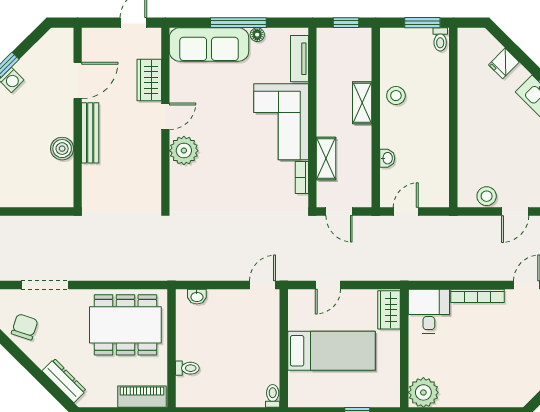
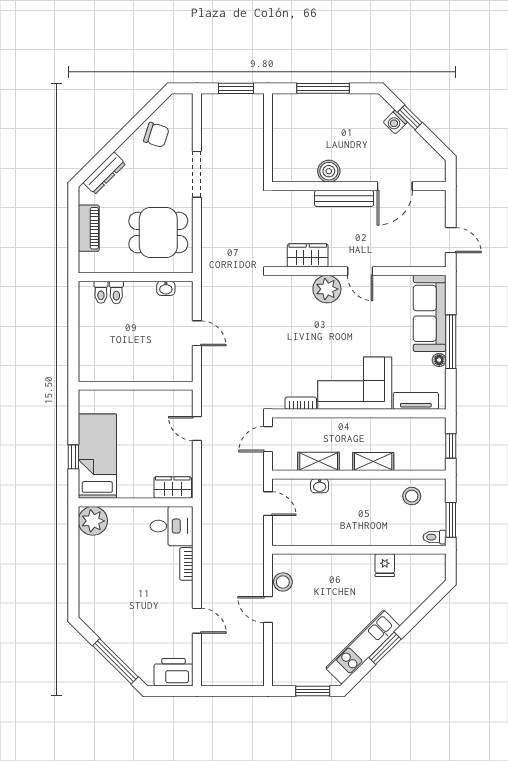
fridge: (504, 63) -> (385, 565), moved, turned -135
door: (78, 80) -> (395, 186), hinge flipped
wardrobe: (149, 80) -> (308, 255), moved
stool: (396, 96) -> (412, 496), moved
shelving: (326, 158) -> (319, 461), moved
doorway: (45, 285) -> (197, 174), moved
door: (263, 285) -> (197, 333), moved
bookcase: (477, 296) -> (186, 564), width x0.64
washbasin: (197, 297) -> (166, 288), moved, turned -90
dining table: (125, 325) -> (158, 233), width x0.73
bed: (332, 351) -> (97, 456), moved, turned 180
toilet: (273, 396) -> (101, 292), moved, turned 90
piano: (142, 397) -> (89, 228), moved

